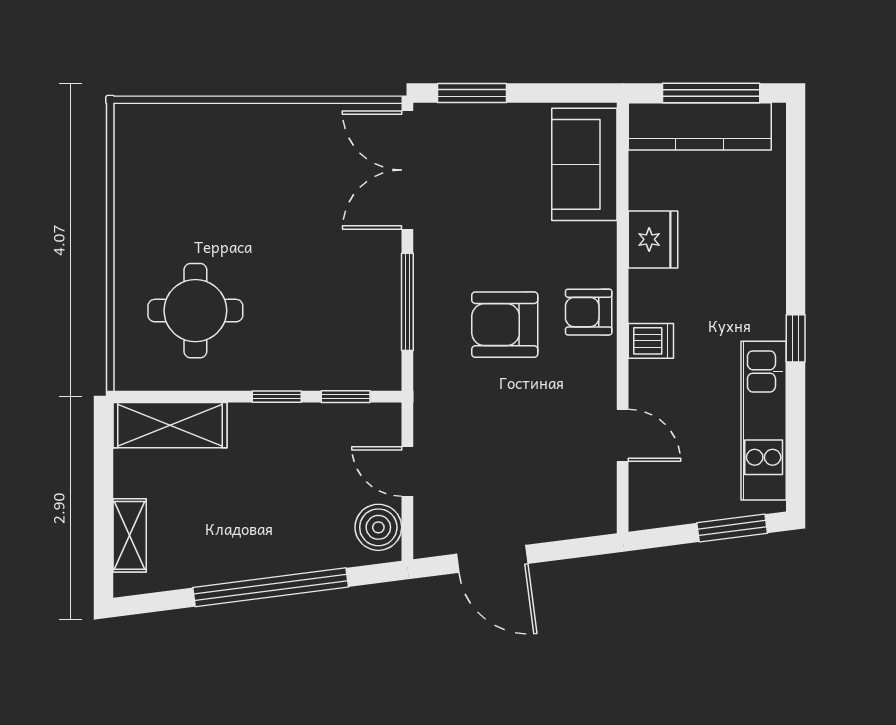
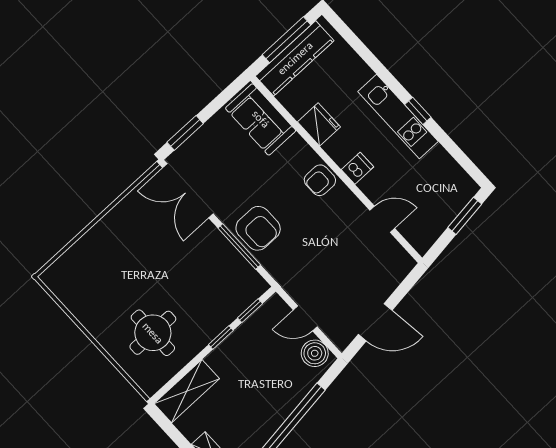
armchair: (505, 325) -> (258, 228), moved, turned -90
kitchen unit: (764, 421) -> (398, 116), moved

